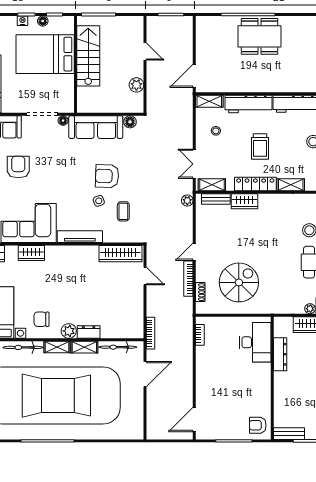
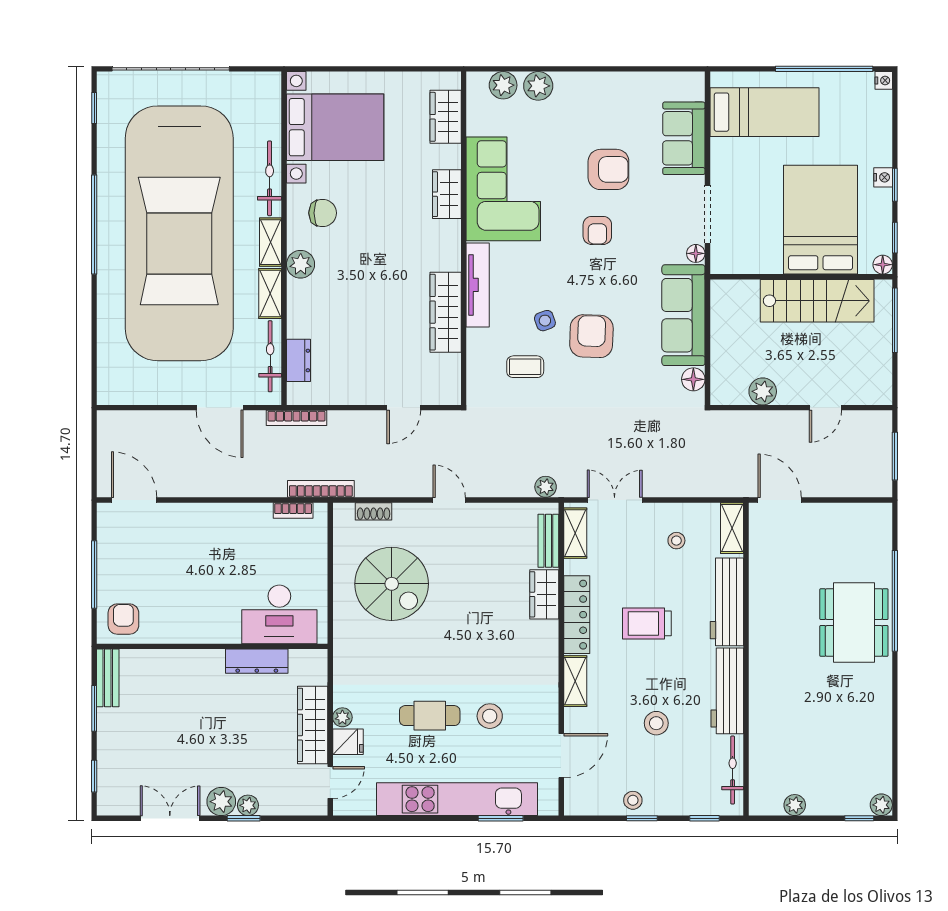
floor lamp: (43, 21) -> (883, 265), moved
armchair: (51, 173) -> (597, 230), added
wardrobe: (120, 254) -> (446, 312), moved
bookcase: (188, 279) -> (321, 489), moved
chair: (41, 319) -> (323, 213), turned 90
dresser: (89, 332) -> (299, 360), moved

